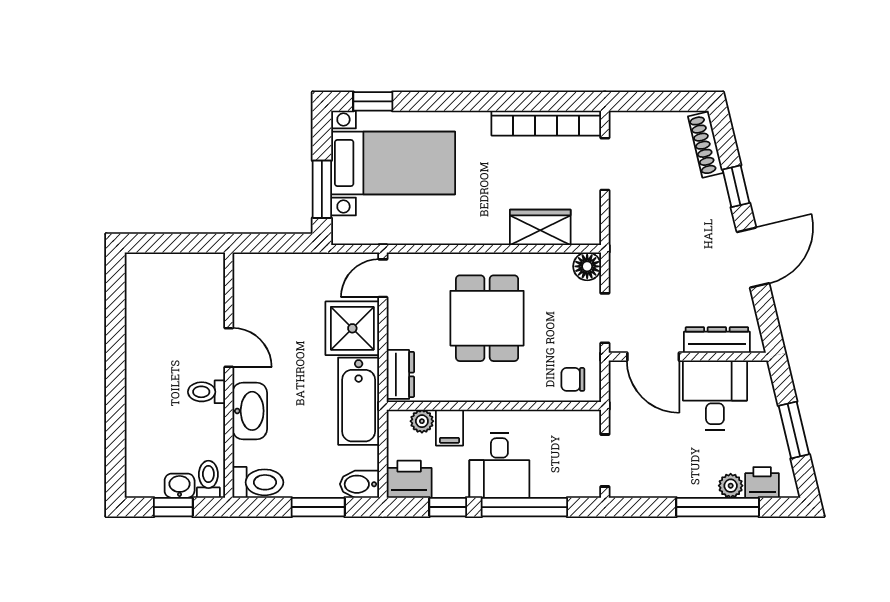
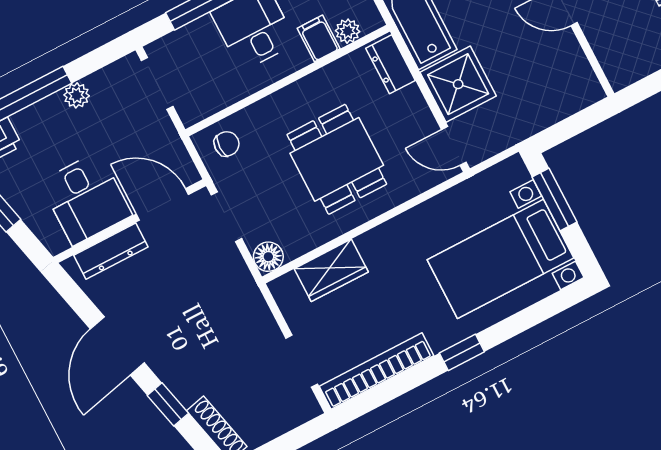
window: (373, 101) -> (462, 352), moved
door: (383, 278) -> (454, 146), swing flipped
plant: (731, 486) -> (77, 95), moved

